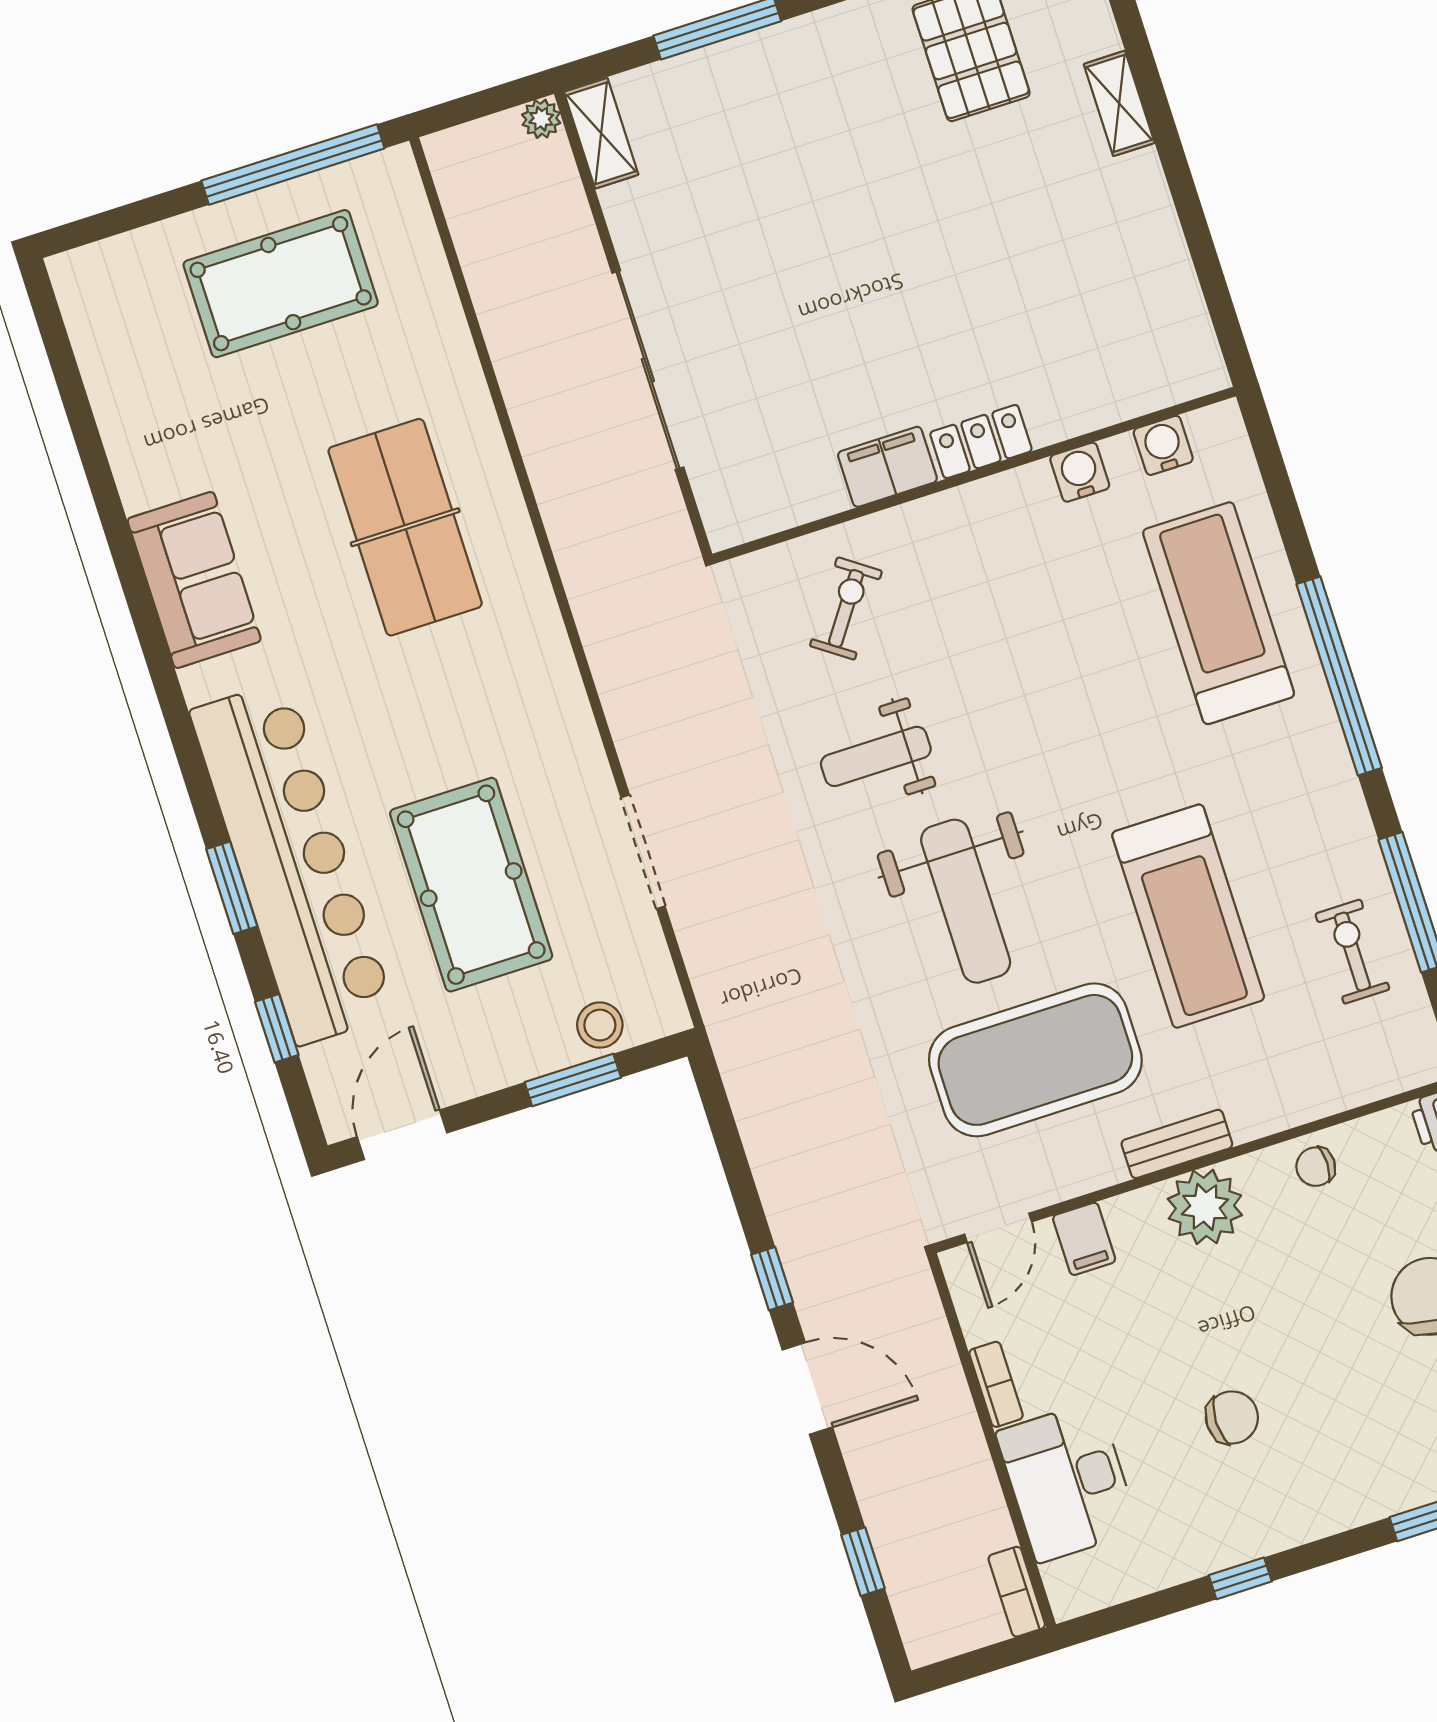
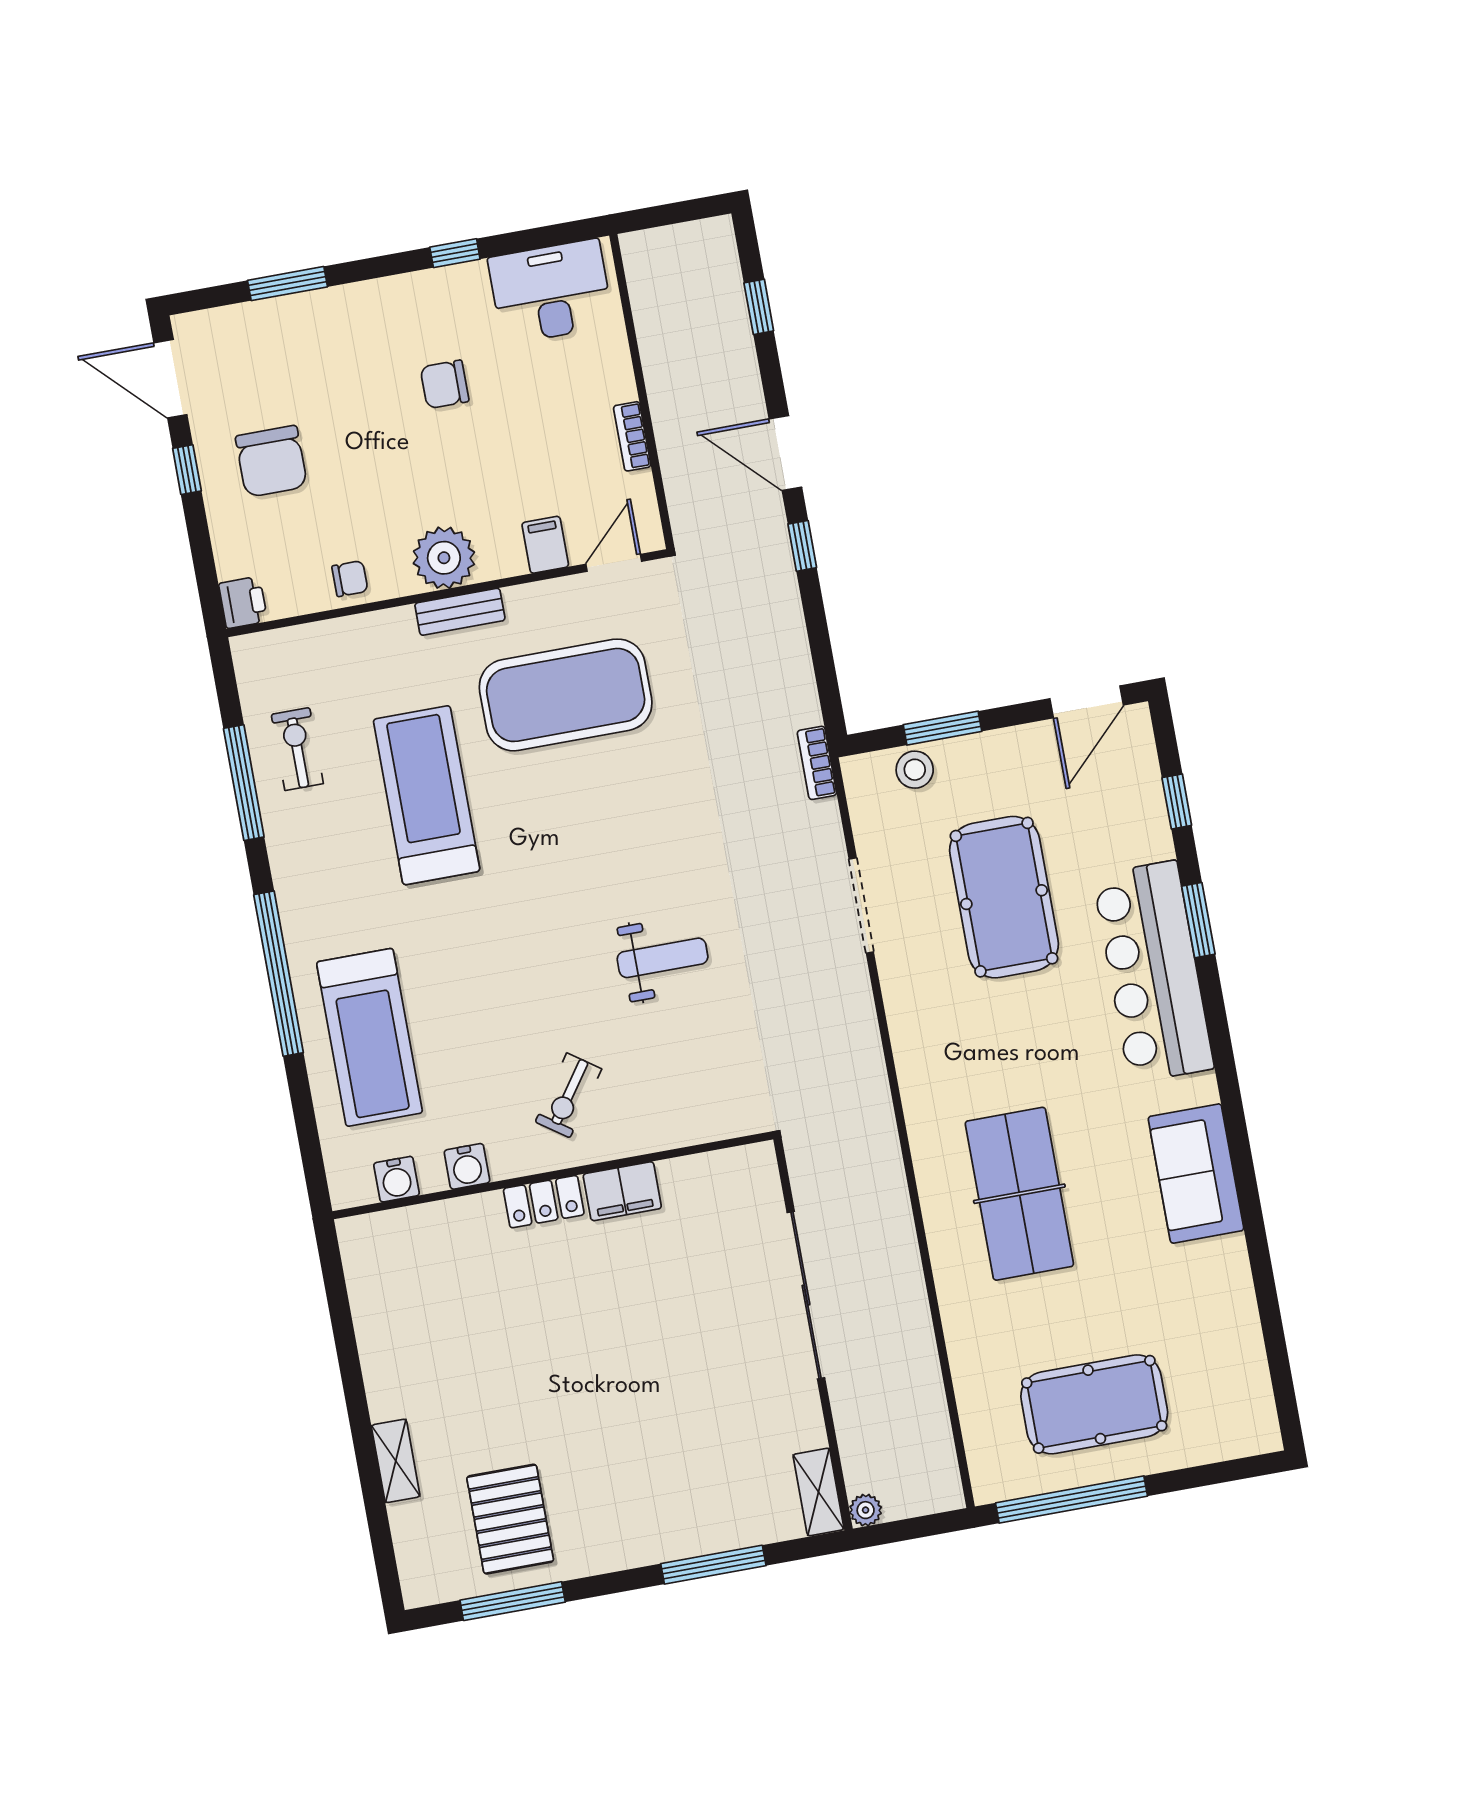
exercise bike: (846, 608) -> (568, 1095), moved
bar counter: (293, 863) -> (1153, 972), width x0.73
weight bench: (966, 901) -> (605, 831), removed
exercise bike: (1352, 952) -> (297, 749), turned 180
desk: (1068, 1482) -> (551, 292), moved, turned -90
bookcase: (1017, 1592) -> (817, 763), moved, turned 180

